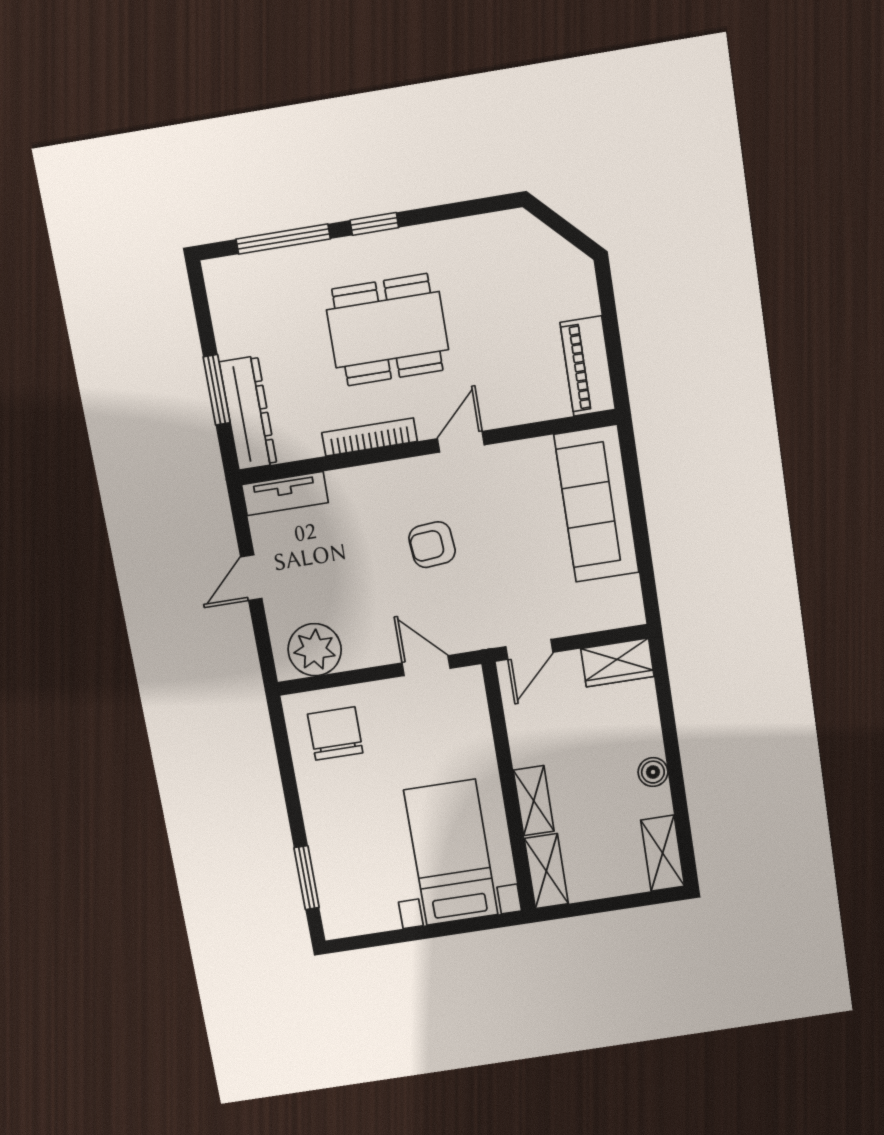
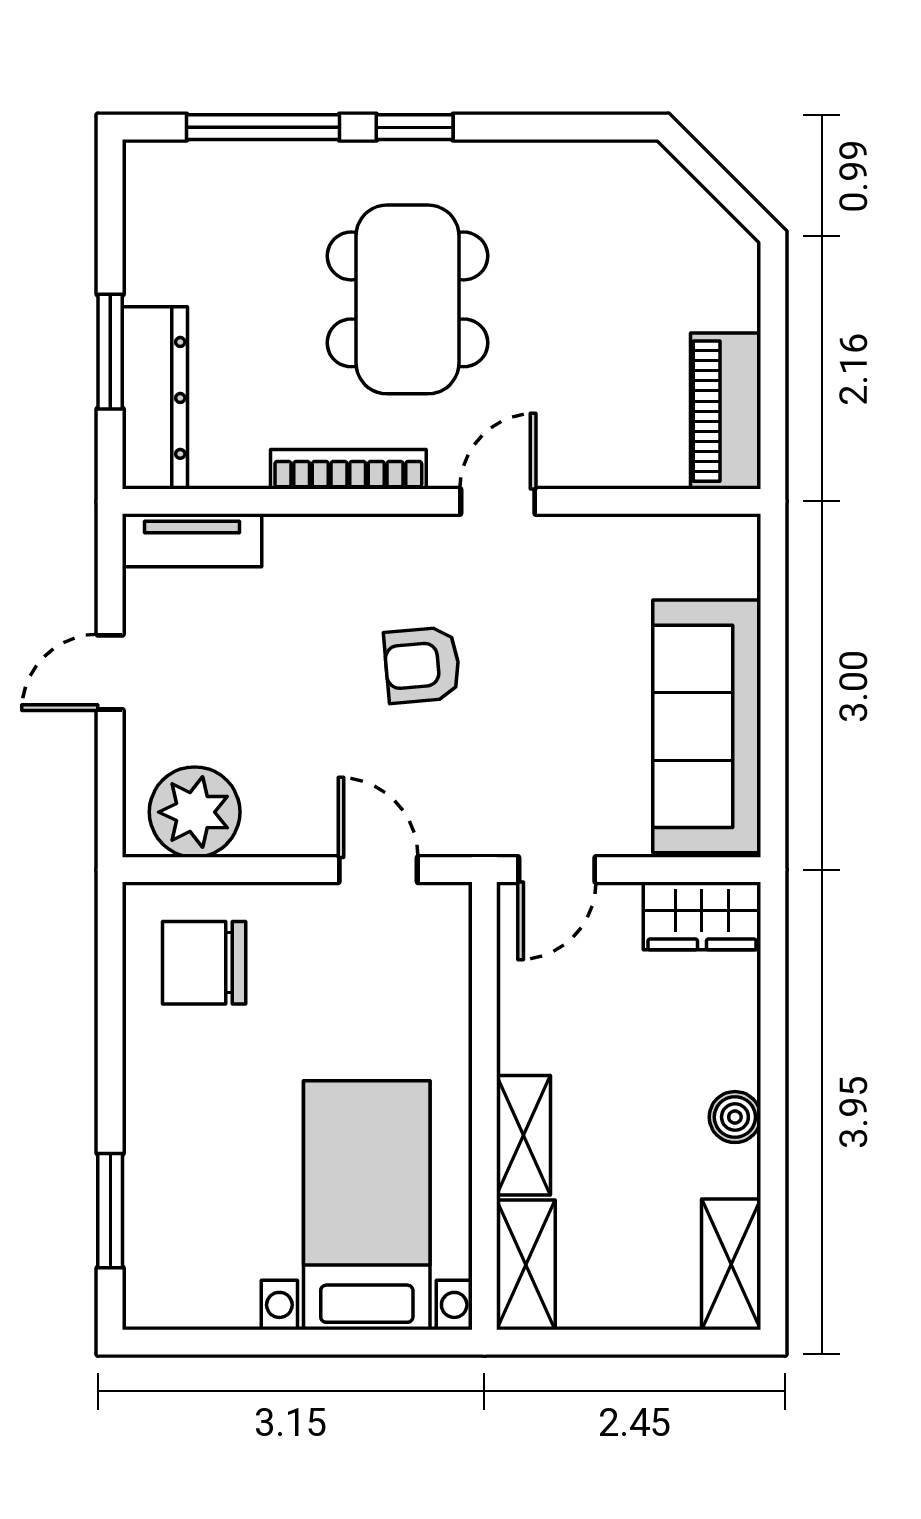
dining table: (387, 330) -> (407, 299), turned 90
sofa: (597, 504) -> (707, 726), moved
chair: (335, 733) -> (204, 963), turned -90

